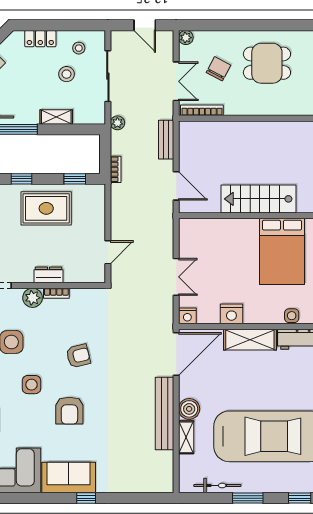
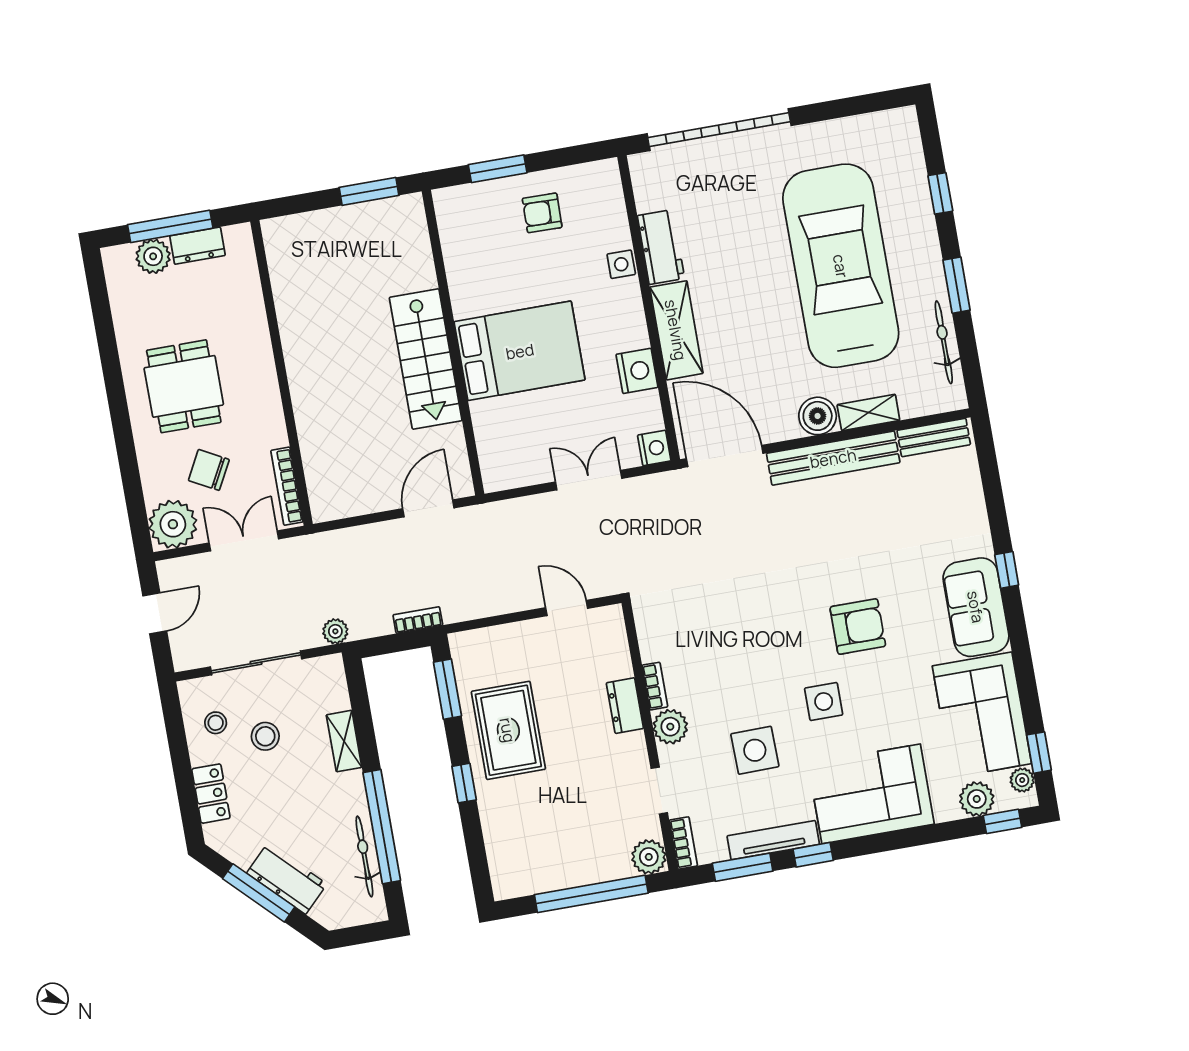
plant: (186, 38) -> (173, 524), width x1.88, depth x1.88
bench: (166, 140) -> (934, 437), moved
window: (75, 179) -> (447, 689), width x1.50
bed: (282, 251) -> (520, 351), moved
armchair: (78, 356) -> (759, 628), removed

